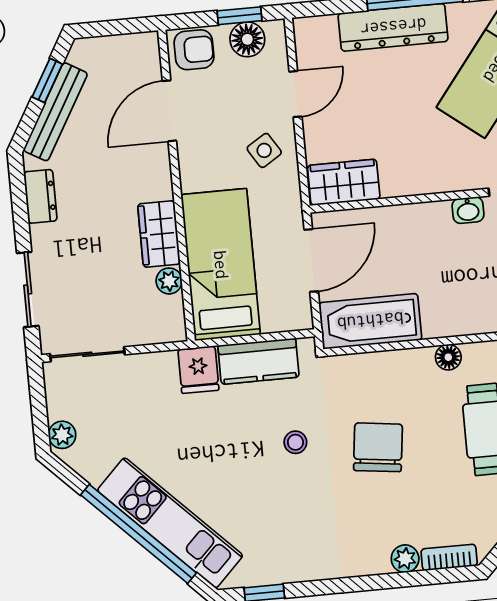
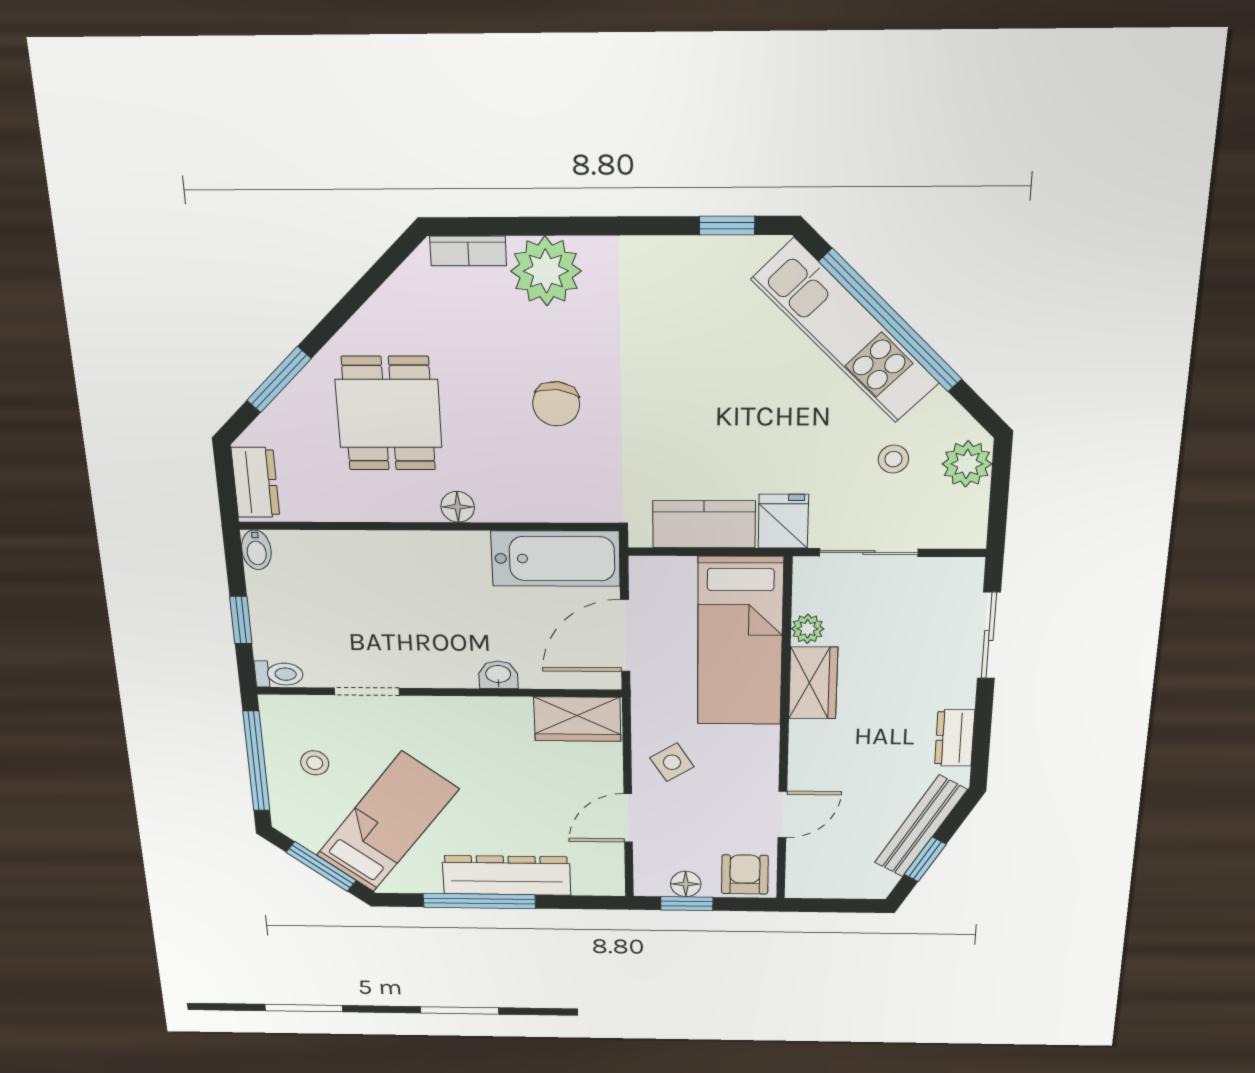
floor lamp: (247, 39) -> (686, 884), width x0.73, depth x0.73
armchair: (194, 50) -> (745, 874), turned 90
door: (169, 111) -> (782, 815), width x0.73
washbasin: (468, 210) -> (498, 675), moved
sliding door: (87, 354) -> (869, 552), moved
plant: (62, 435) -> (967, 464), width x1.38, depth x1.38
stool: (295, 442) -> (893, 459), moved
chair: (378, 447) -> (556, 404), width x0.73, depth x0.73
plant: (405, 559) -> (546, 271), width x1.88, depth x1.88

